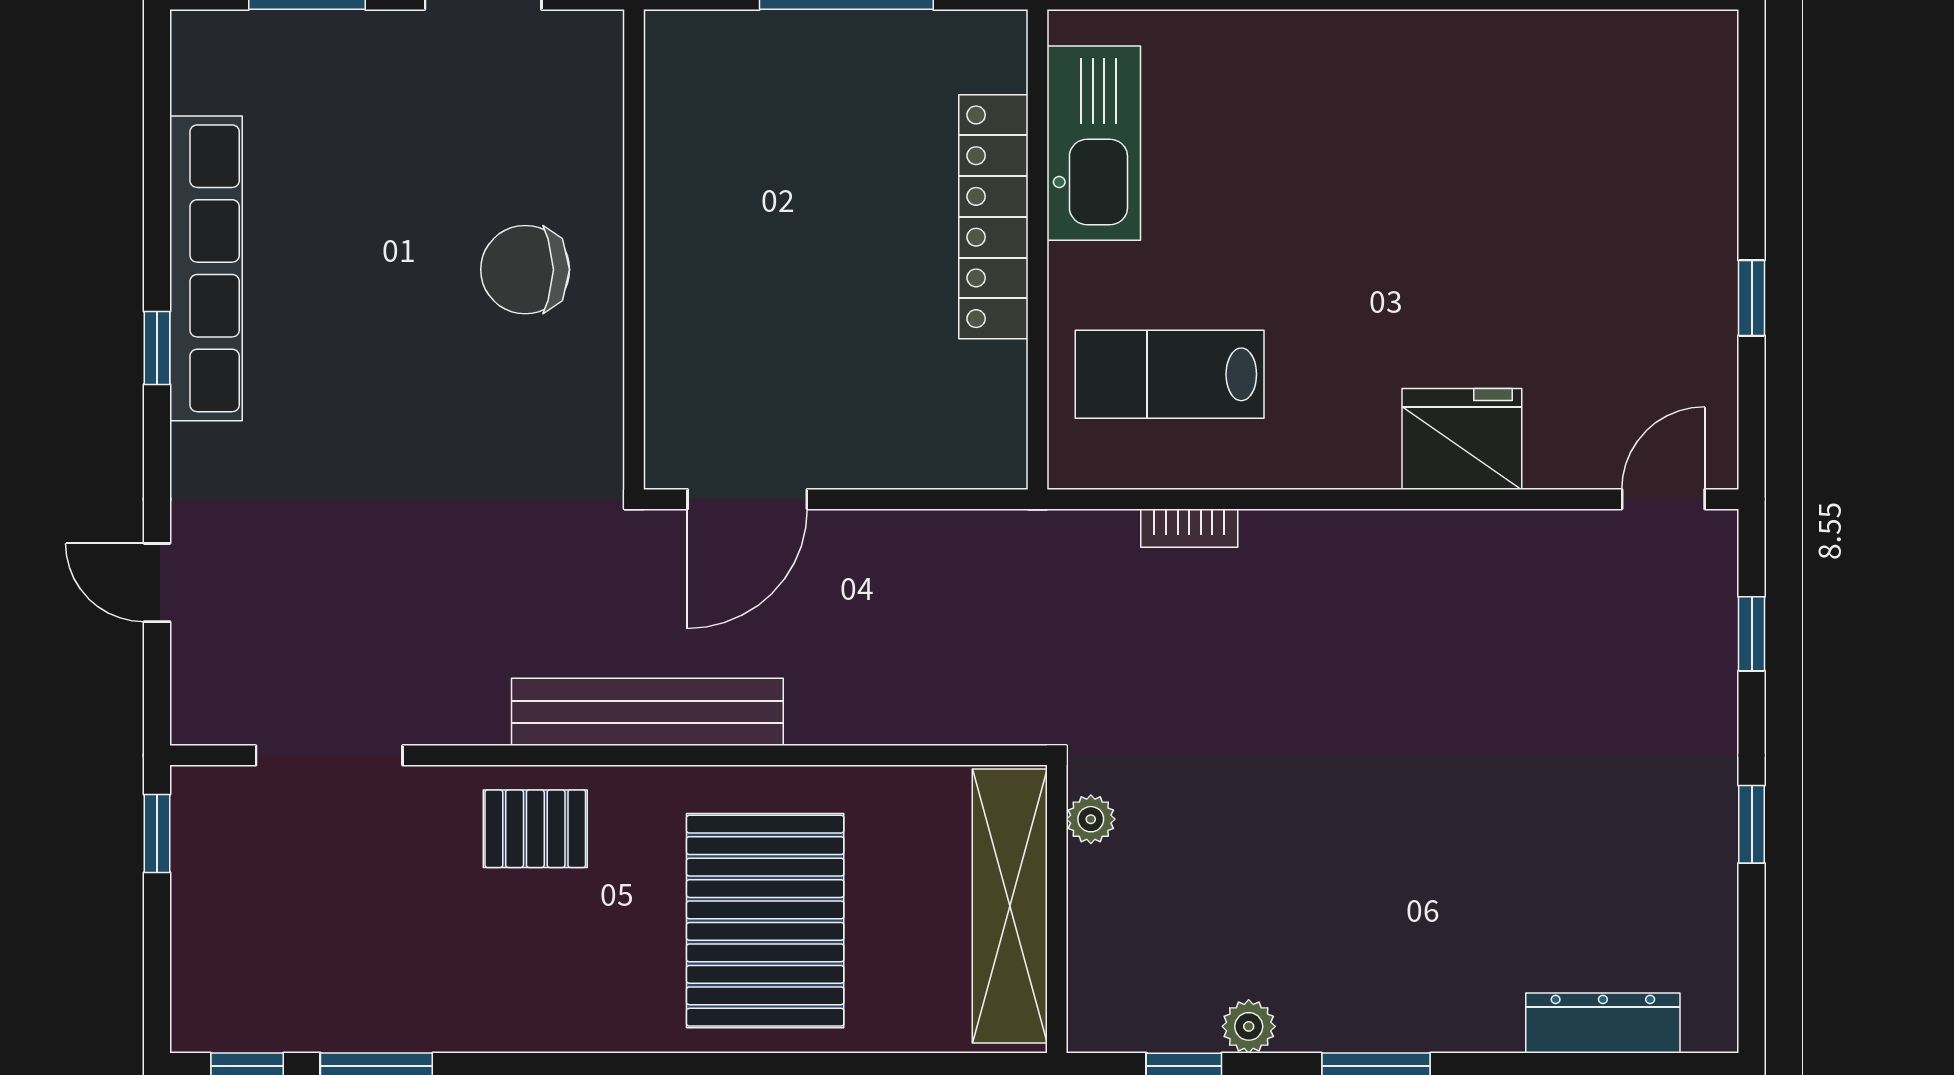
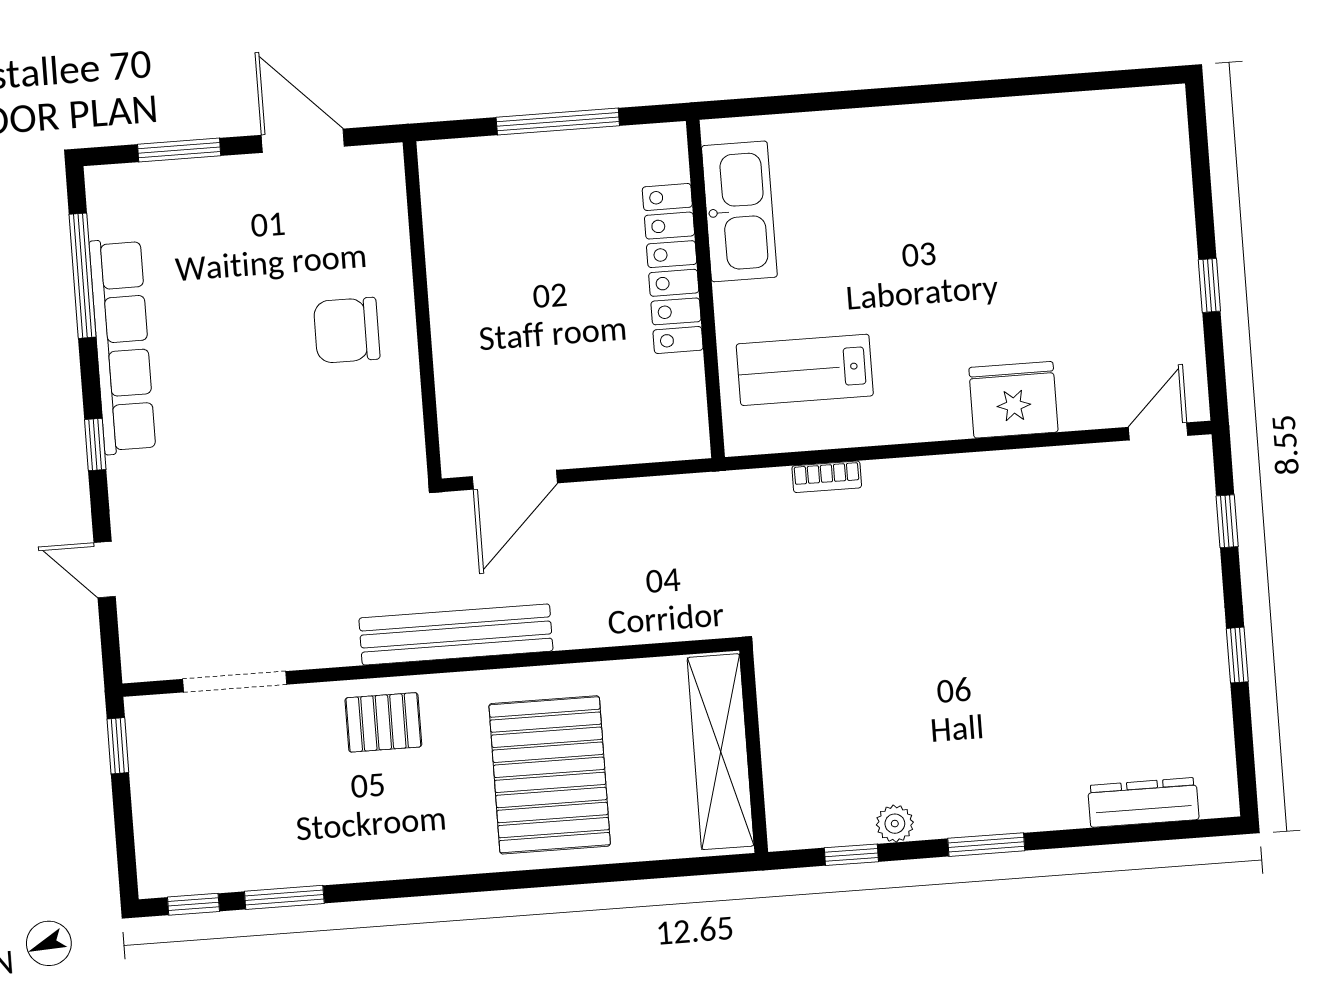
window: (157, 164) -> (83, 276), added
window: (157, 348) -> (95, 445), moved
plant: (1091, 819) -> (773, 686), removed

